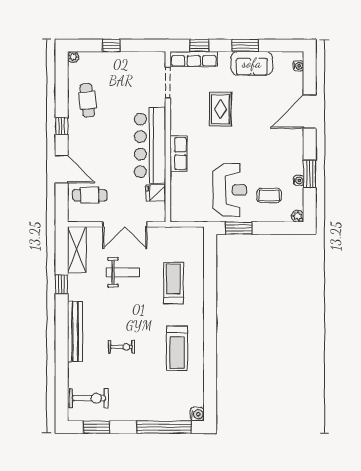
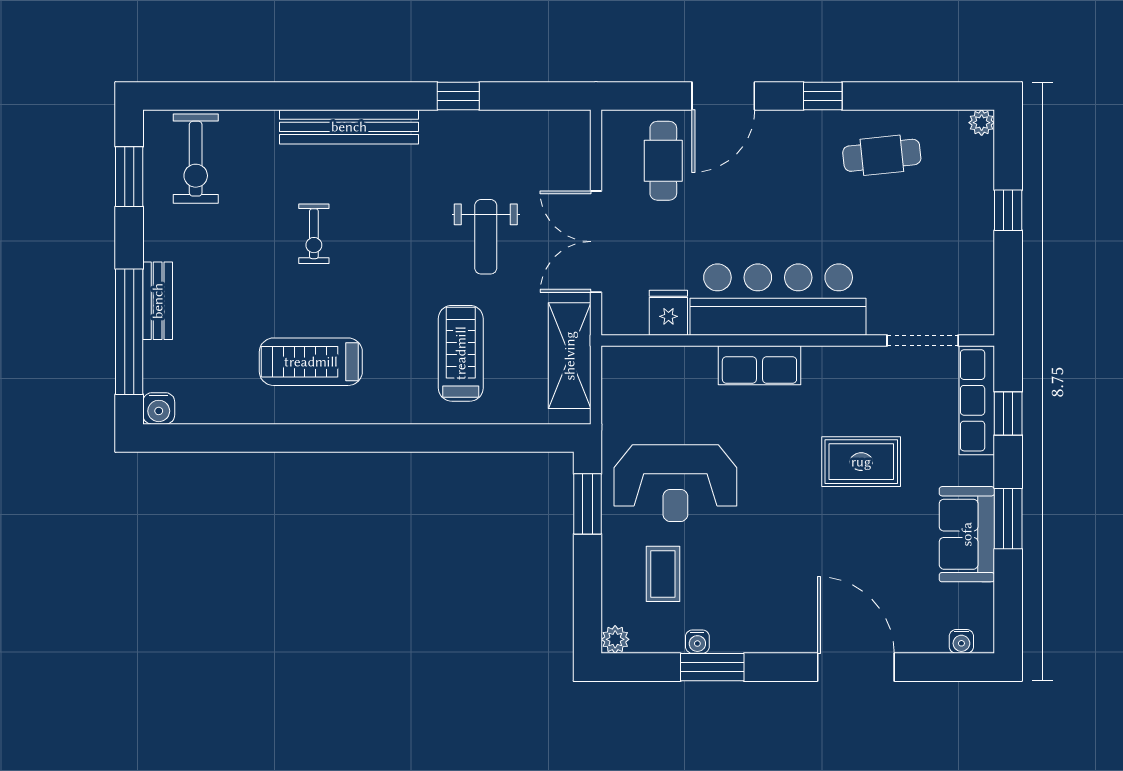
shelving: (77, 250) -> (570, 356), moved, turned 90
treadmill: (173, 283) -> (461, 353), turned -90
bench: (151, 415) -> (158, 301), added

